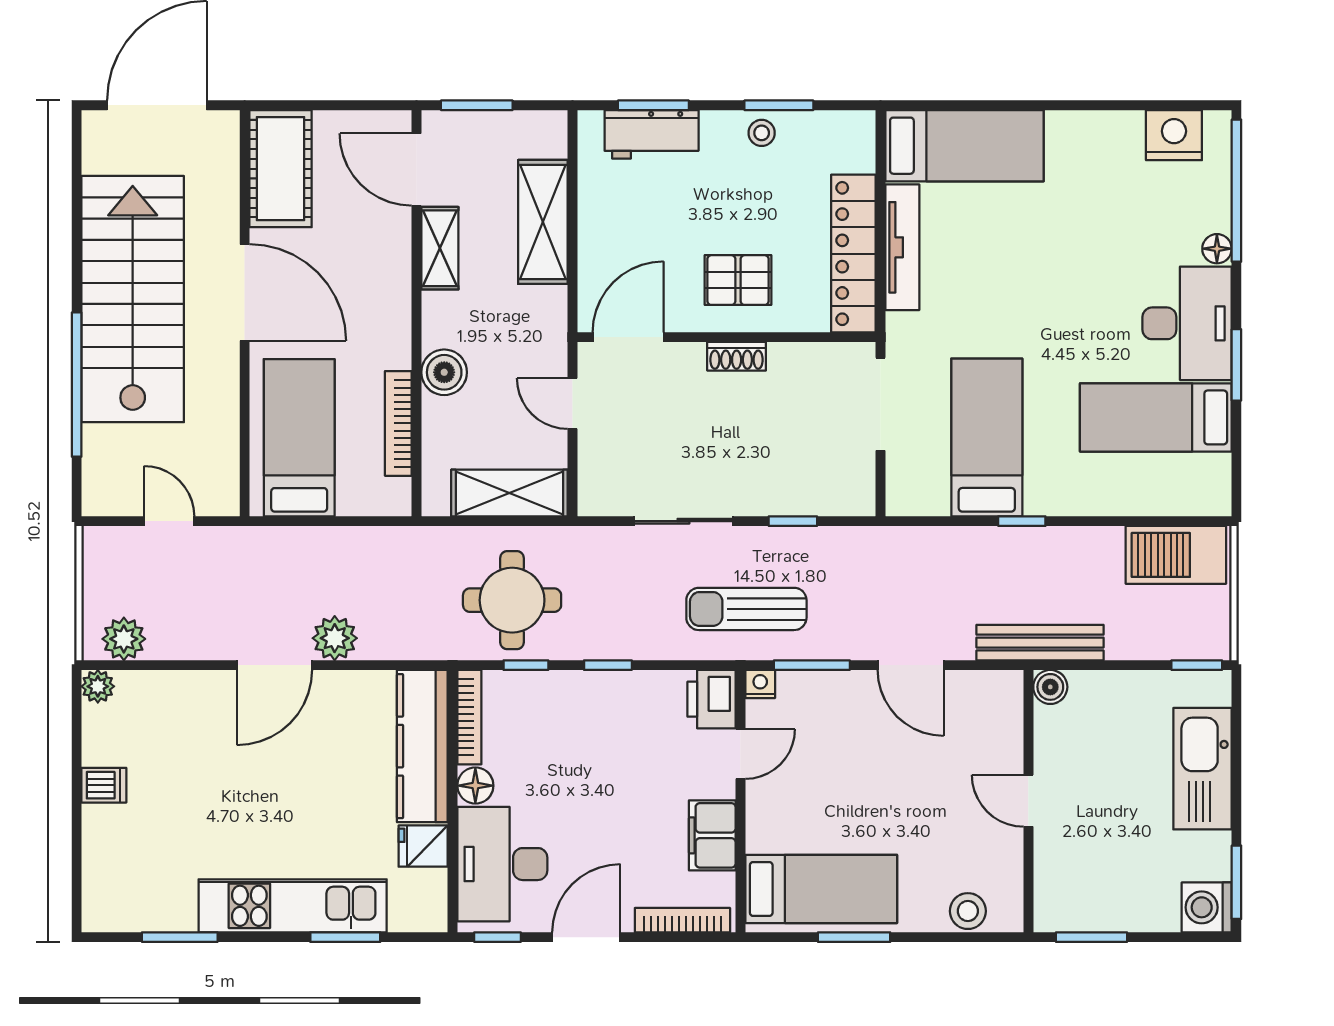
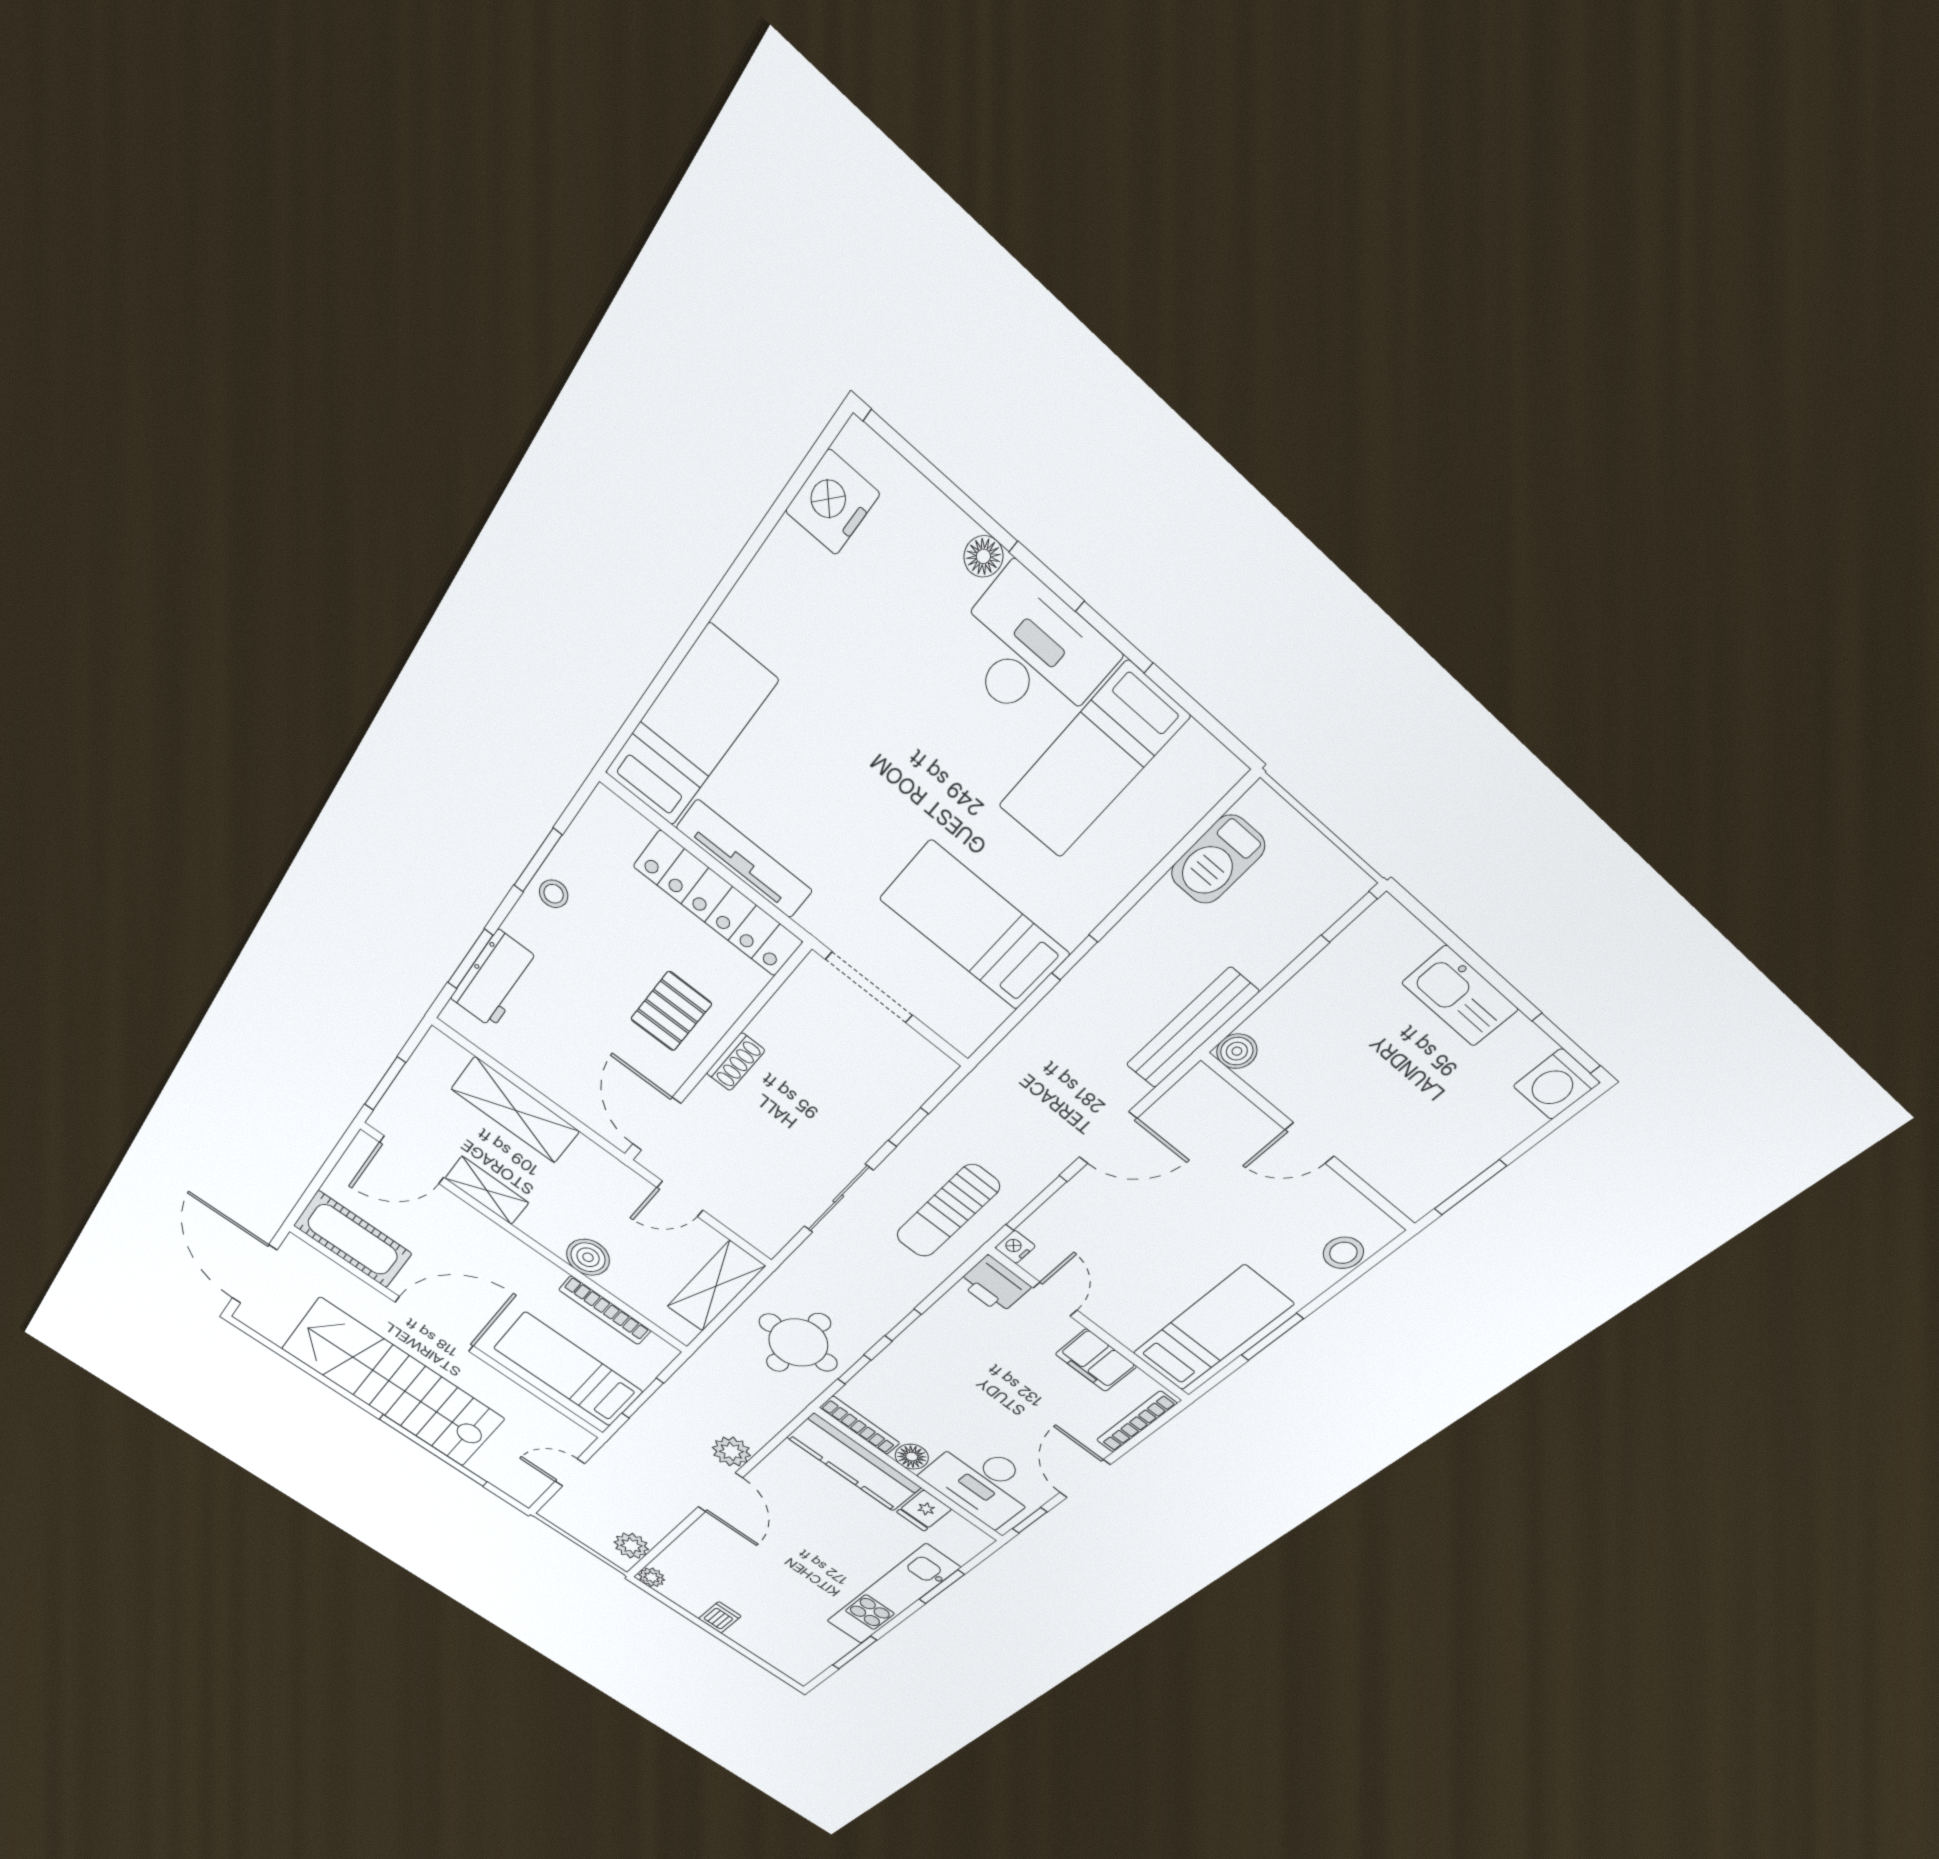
window: (326, 521) -> (643, 1398), added
barbecue: (1176, 555) -> (1218, 860), width x0.73, depth x0.83
kitchen sink: (1202, 769) -> (1460, 996), width x0.73, depth x0.81

